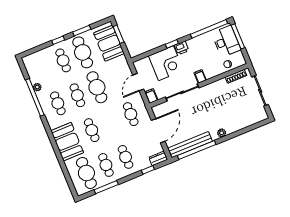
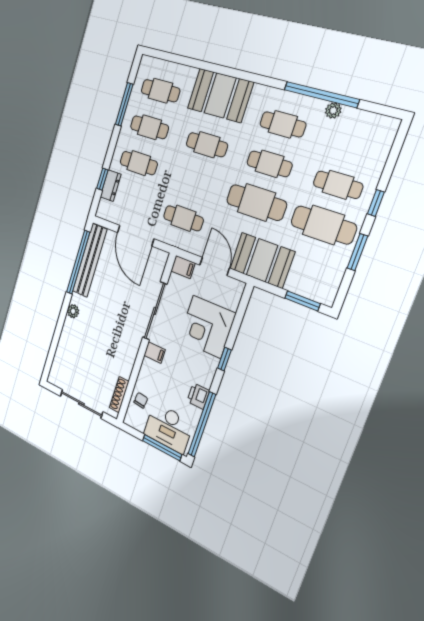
booth: (109, 43) -> (262, 260), moved
printer: (182, 48) -> (198, 396), moved
dresser: (158, 158) -> (111, 186), moved
cafe table: (86, 173) -> (160, 91), width x0.73, depth x0.74

